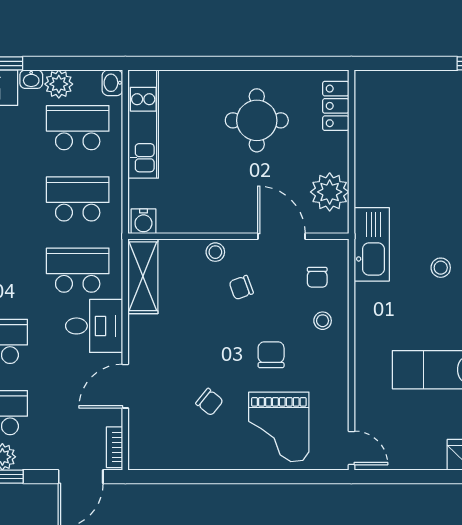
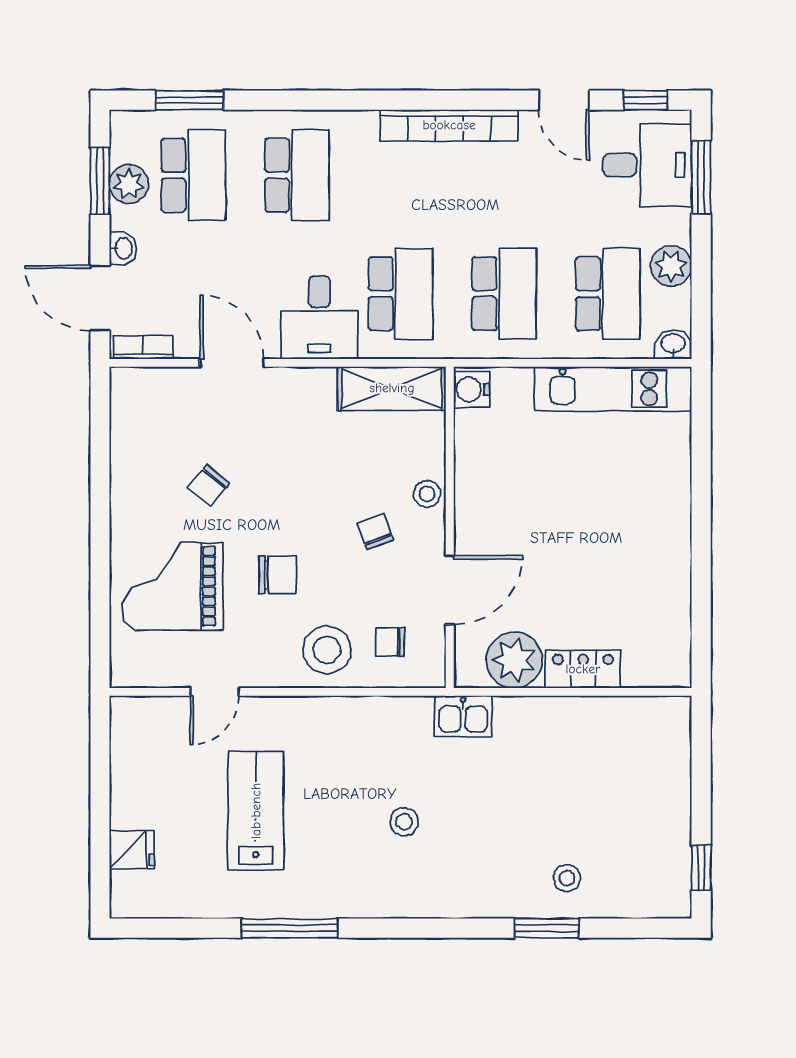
washbasin: (31, 79) -> (123, 248), moved, turned 180
locker: (336, 106) -> (583, 669), moved
round table: (257, 120) -> (618, 554), removed
kitchen sink: (372, 244) -> (463, 716), width x0.53, depth x0.81
stool: (323, 321) -> (327, 650), width x1.89, depth x1.89
door: (351, 448) -> (215, 692), moved

